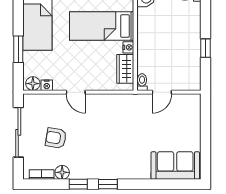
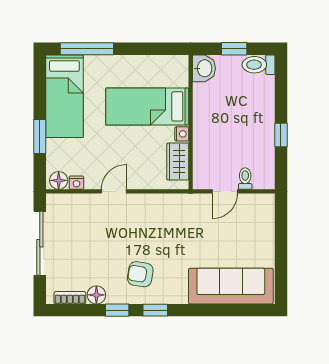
toilet: (142, 82) -> (245, 179), moved
door: (76, 92) -> (114, 191), swing flipped
armchair: (56, 138) -> (140, 274), moved
sofa: (175, 166) -> (231, 286), width x1.36

